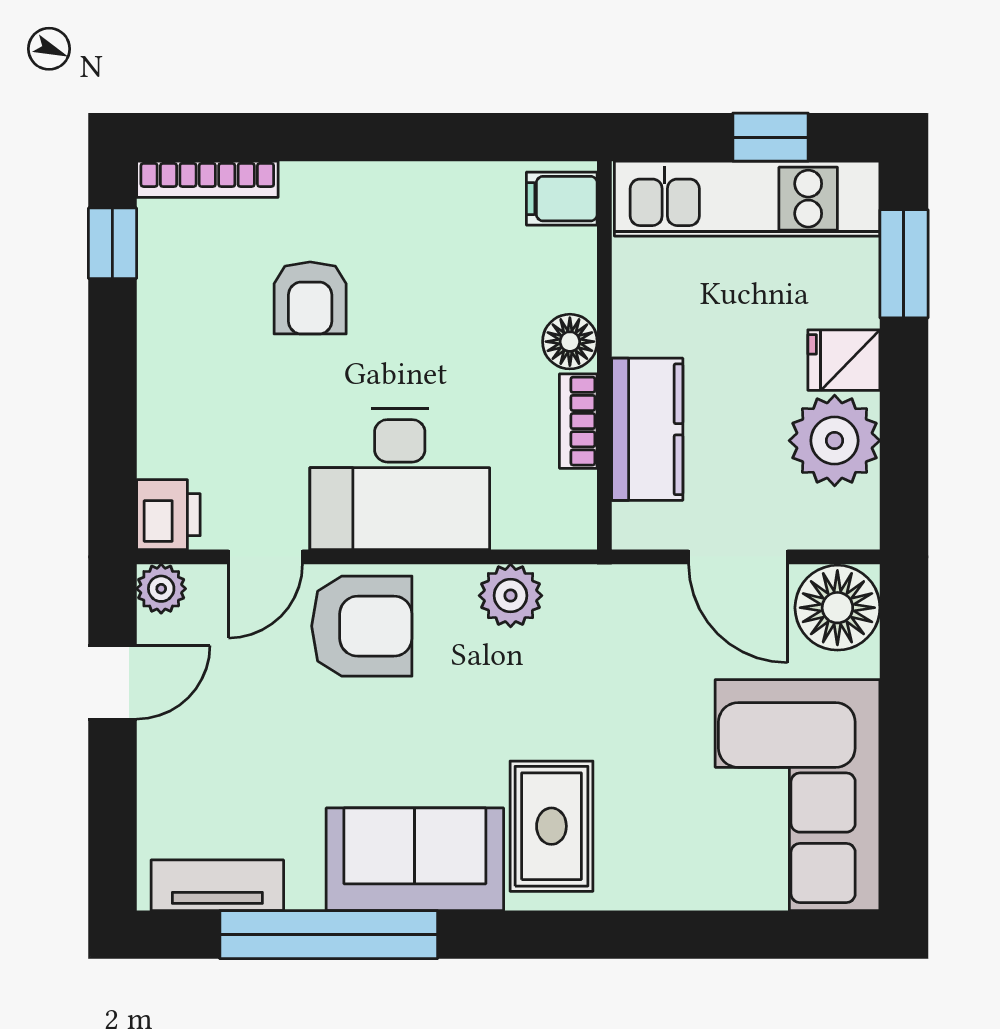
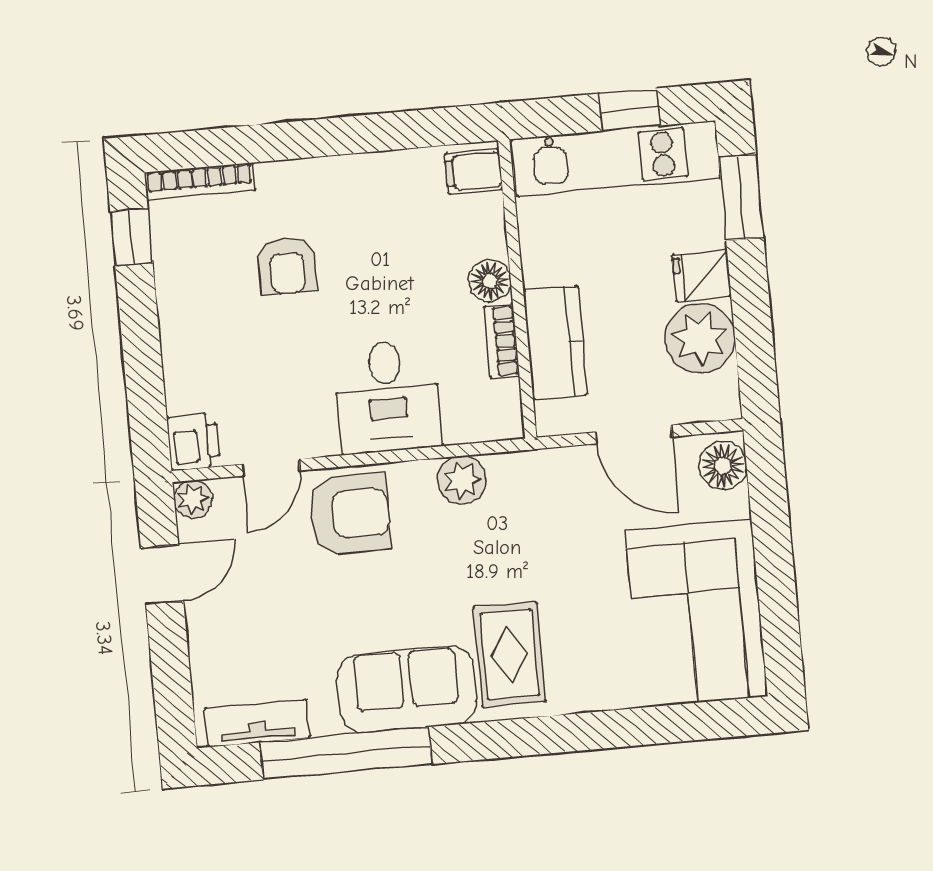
desk: (400, 479) -> (387, 397), width x0.73
floor lamp: (837, 608) -> (723, 466), width x0.73, depth x0.73

